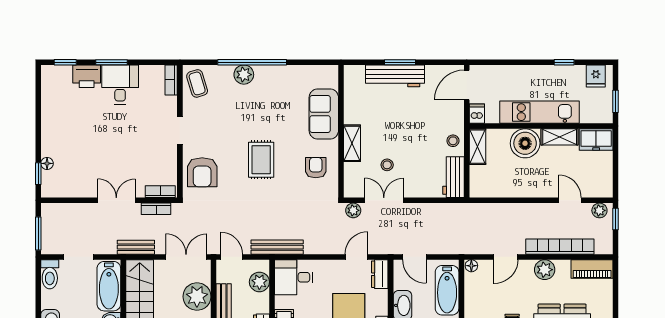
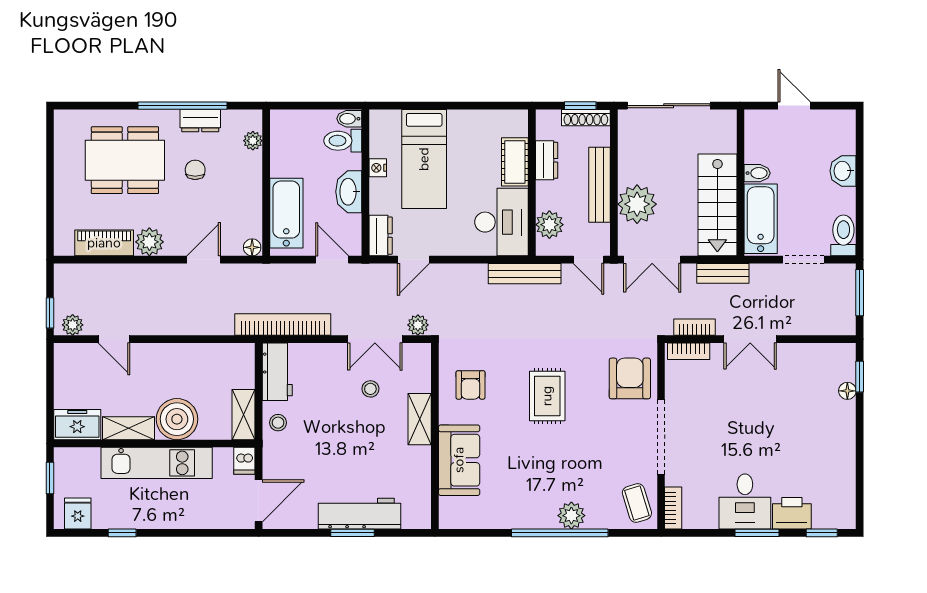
doorway: (180, 130) -> (661, 437), width x1.87
bookcase: (560, 247) -> (283, 325), moved, turned 180
piano: (592, 269) -> (104, 243), moved
desk: (294, 277) -> (501, 222), width x1.37

